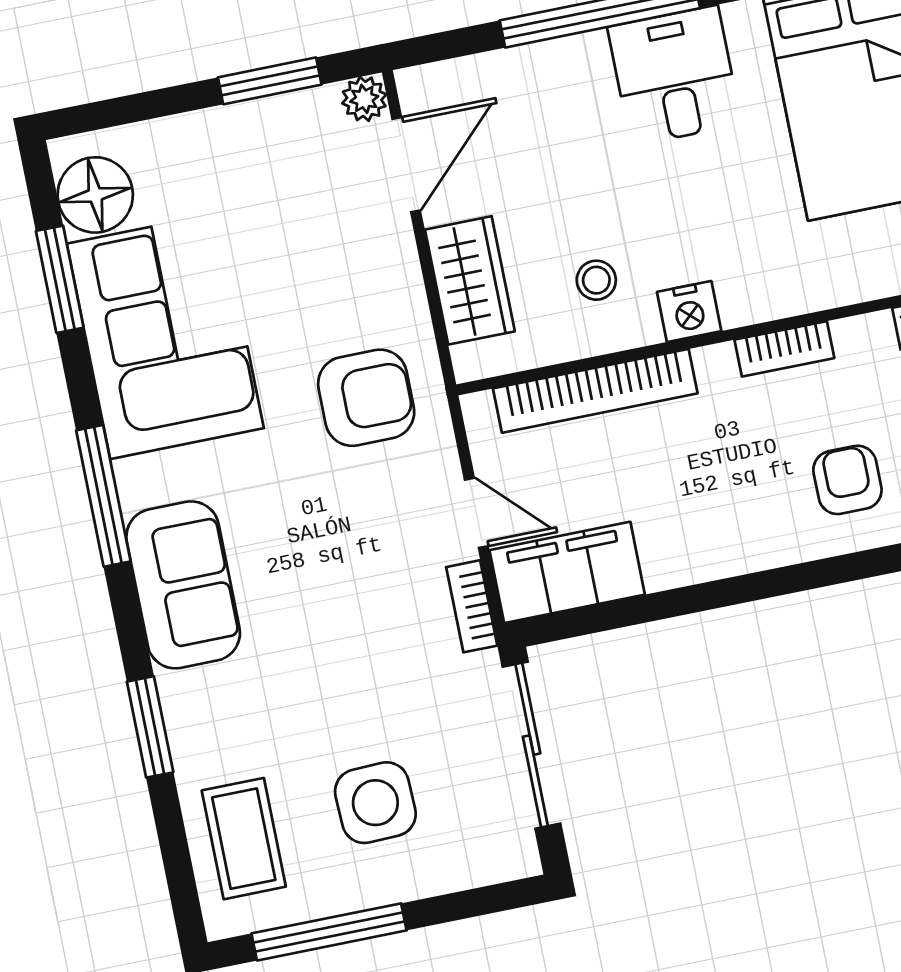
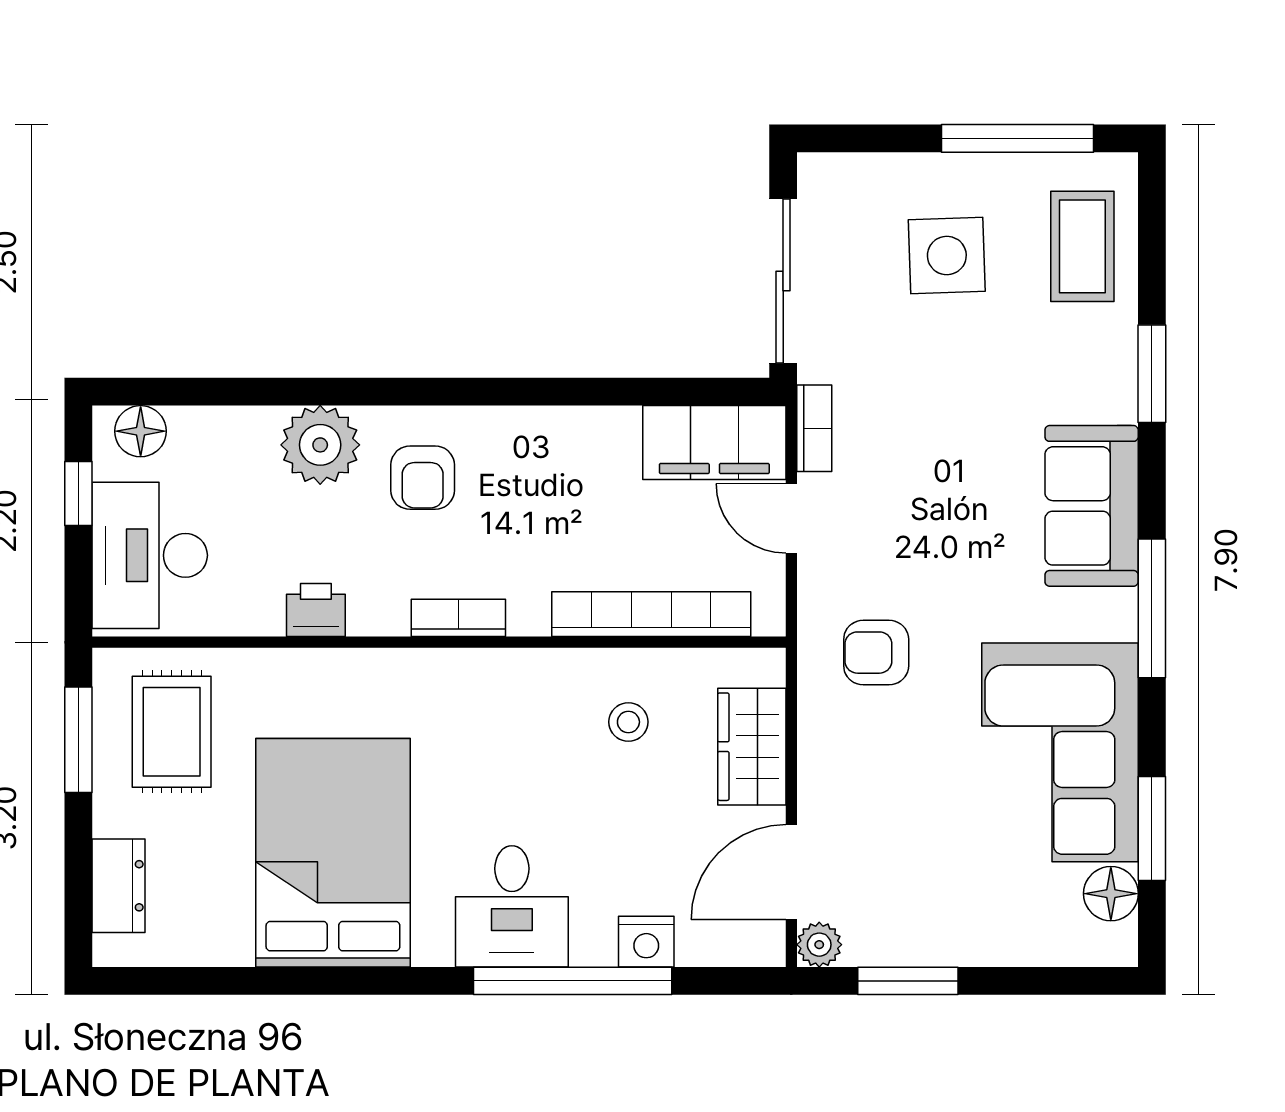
floor lamp: (95, 195) -> (1111, 894), width x0.73, depth x0.73
nightstand: (689, 312) -> (646, 942), moved, turned 180
armchair: (366, 398) -> (876, 653), width x0.72, depth x0.72

